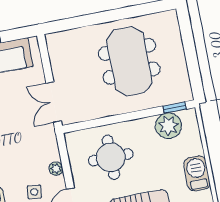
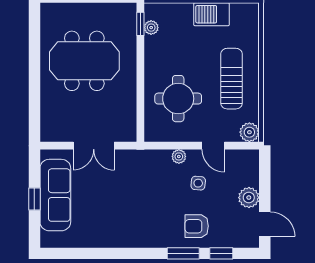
double door: (54, 102) -> (94, 146), moved
plant: (168, 126) -> (151, 28), width x0.53, depth x0.53

